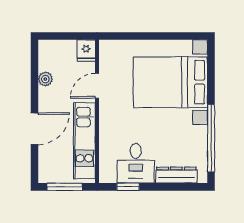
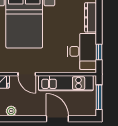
plant: (45, 79) -> (11, 111), moved
desk: (136, 163) -> (82, 51), width x1.37

